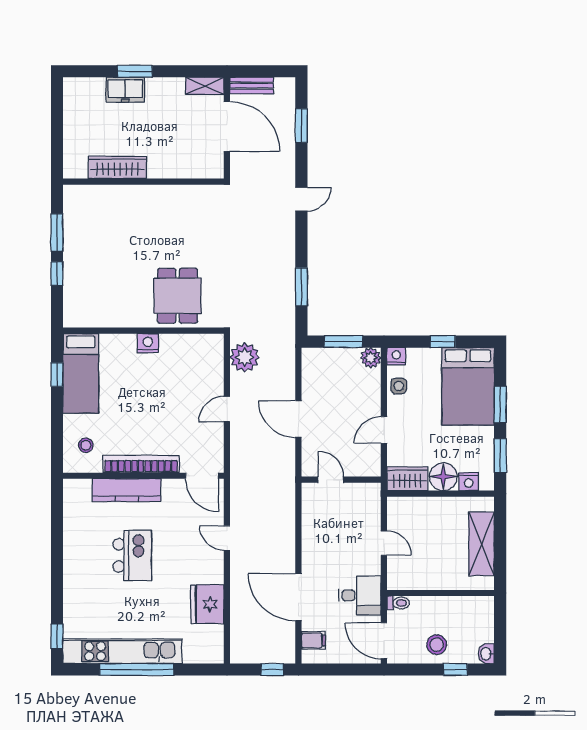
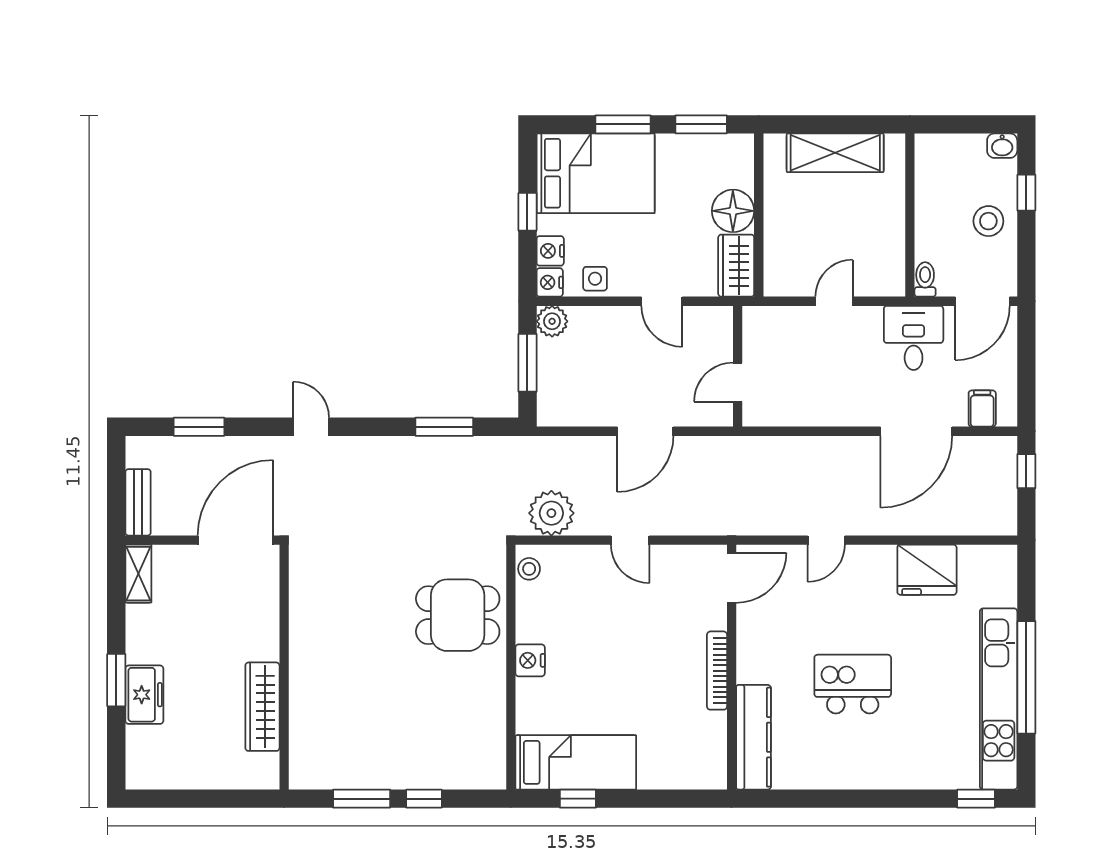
door: (227, 127) -> (235, 540), moved
stool: (86, 445) -> (529, 569), moved
bookcase: (141, 464) -> (717, 671), width x0.68, depth x0.76
nightstand: (469, 482) -> (550, 251), moved, turned 180
kitchen counter: (126, 490) -> (754, 737), moved

